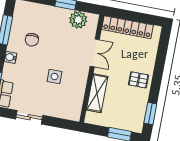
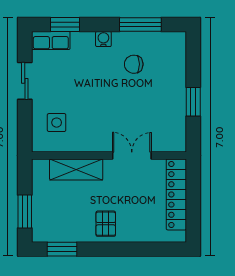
plant: (78, 20) -> (174, 124), removed
double door: (95, 53) -> (132, 156), swing flipped
side table: (55, 77) -> (57, 123), moved

